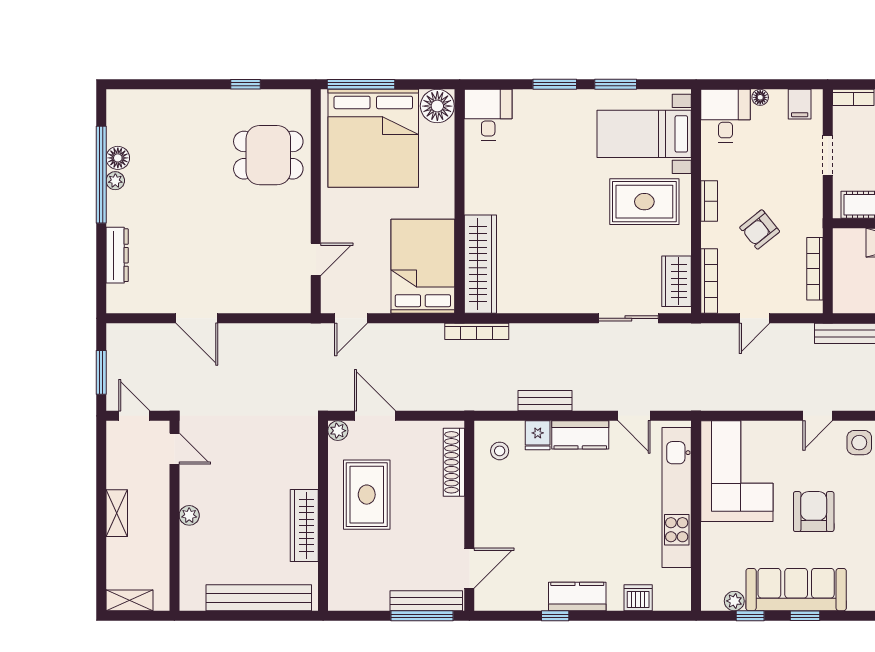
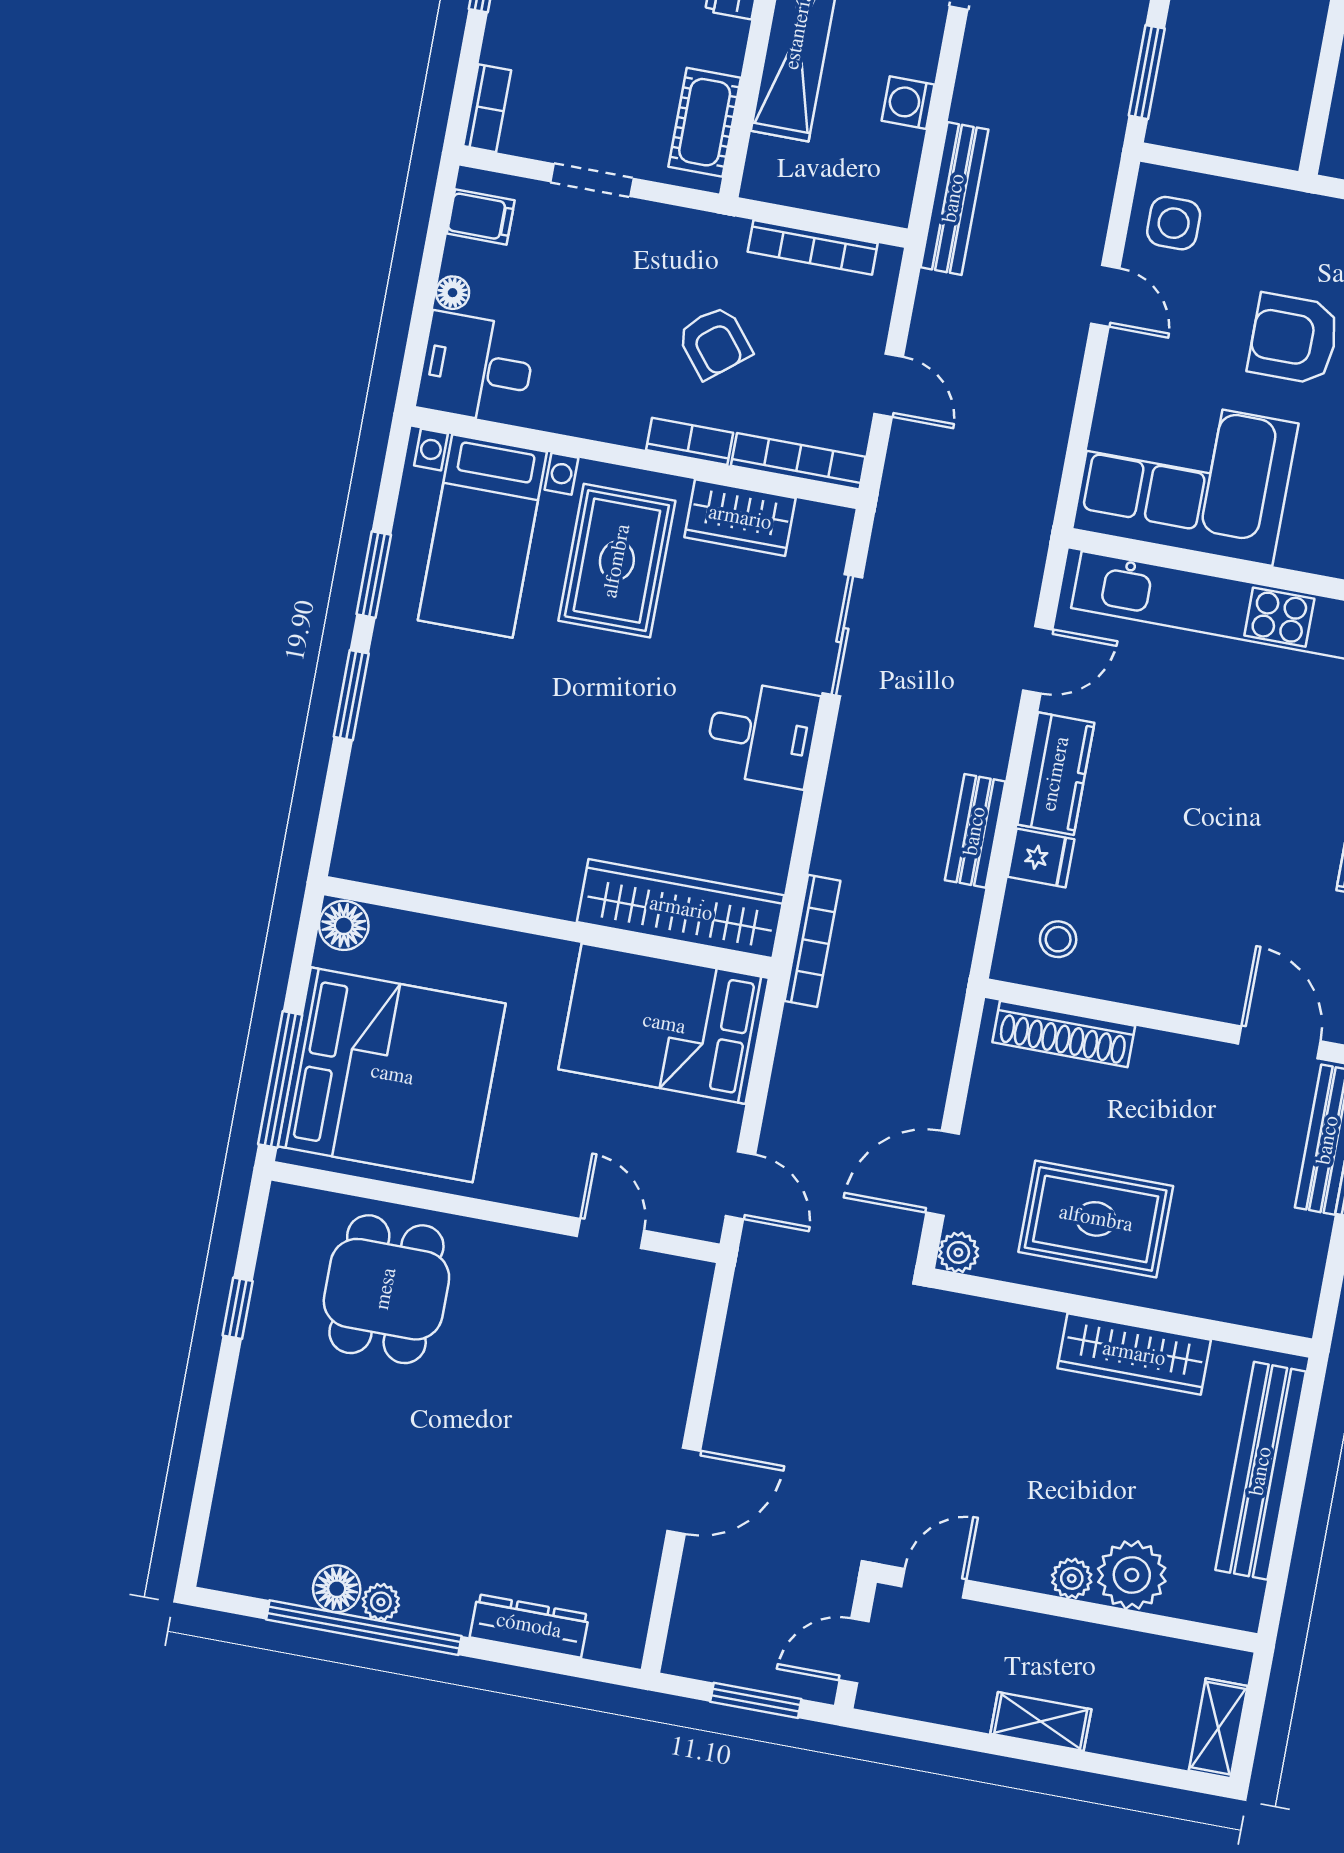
floor lamp: (437, 106) -> (344, 925), width x0.73, depth x0.73
desk: (488, 115) -> (762, 734), moved, turned 180
bookcase: (709, 201) -> (690, 441), moved
wardrobe: (676, 281) -> (740, 518), moved
plant: (196, 544) -> (1132, 1575), added

